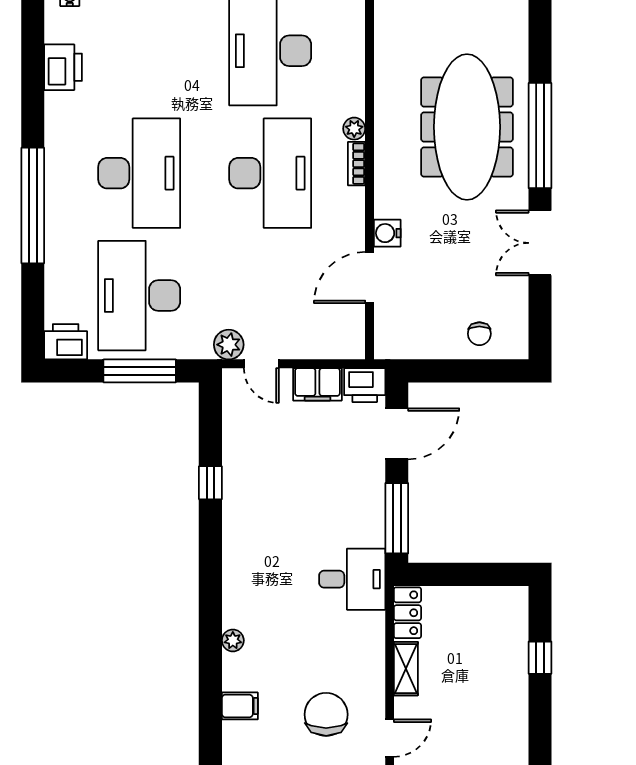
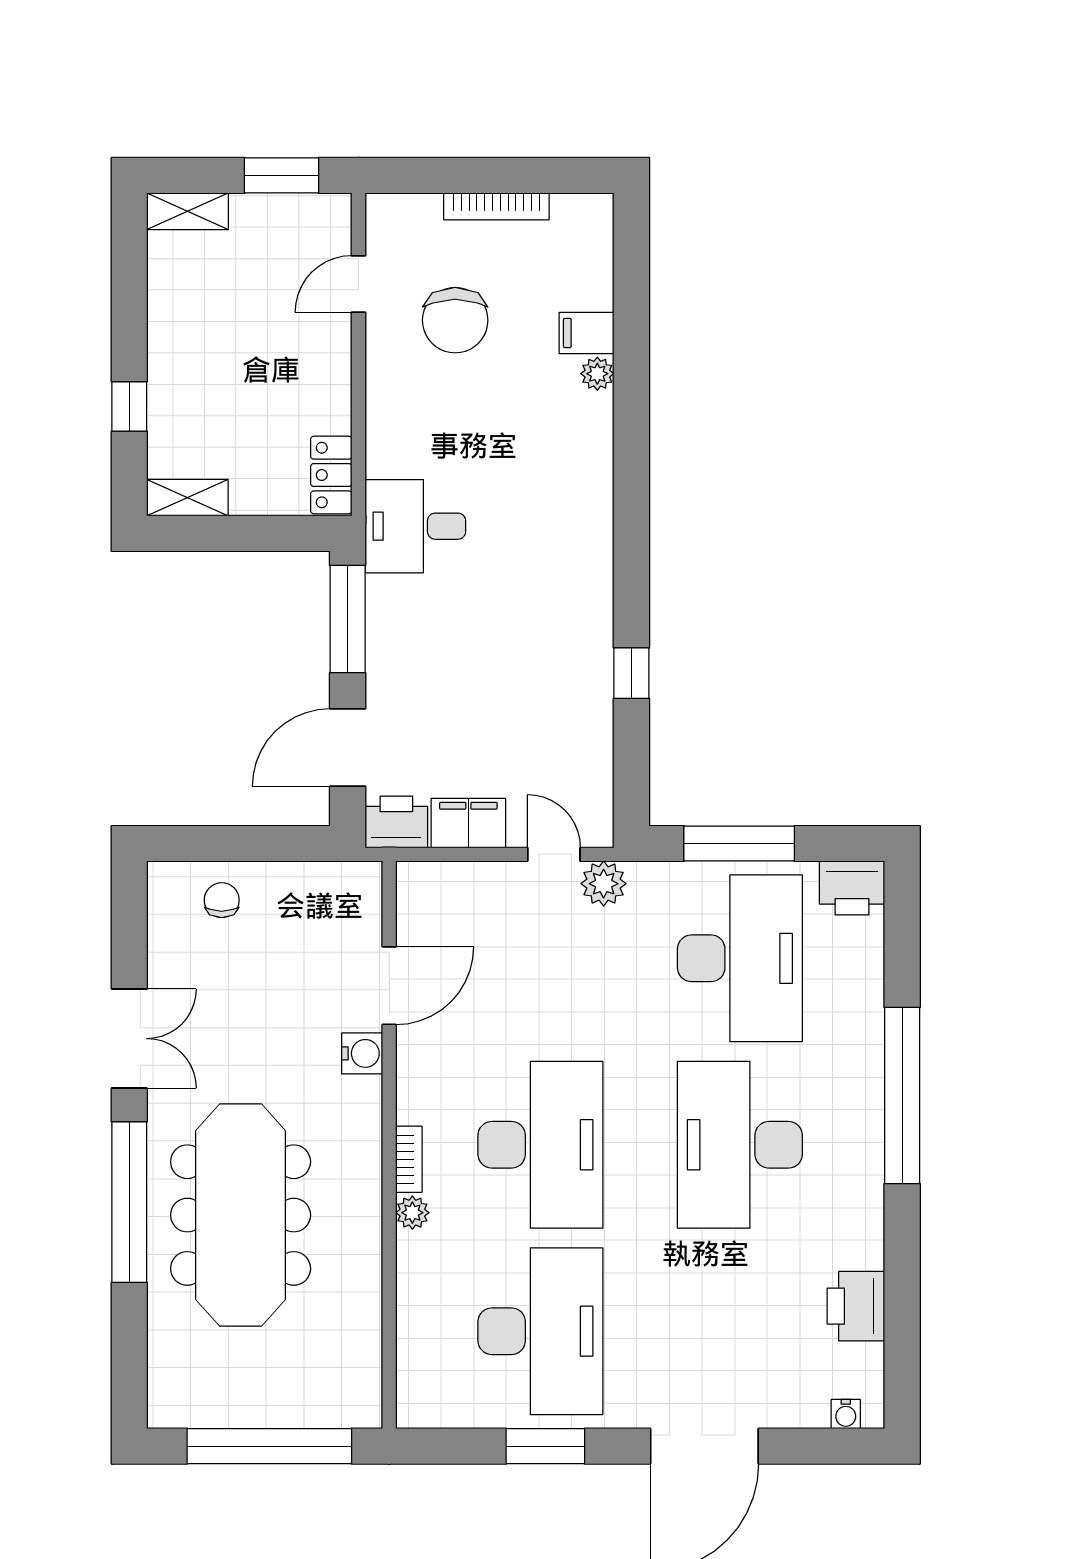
desk: (270, 173) -> (540, 1145), turned 180
plant: (233, 640) -> (597, 374), moved
shelving: (406, 669) -> (187, 498), moved, turned 90

